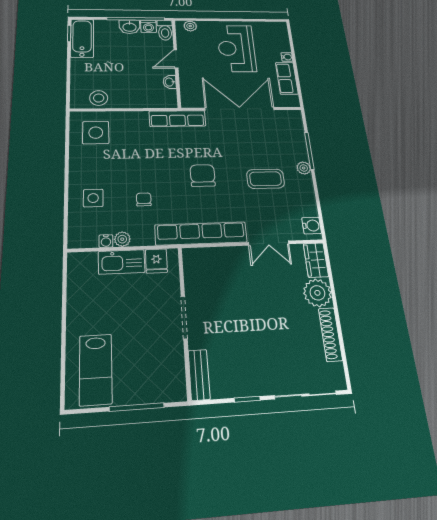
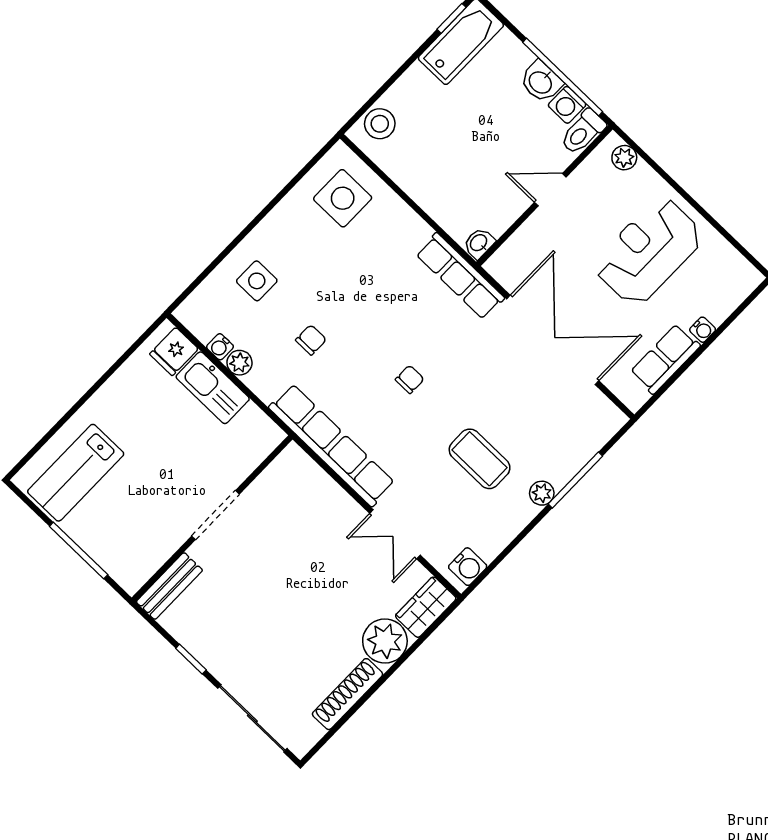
washbasin: (170, 82) -> (479, 243), moved
stool: (99, 98) -> (380, 124), moved
chair: (203, 175) -> (410, 379), width x0.54, depth x0.54
fridge: (156, 261) -> (174, 351), moved

